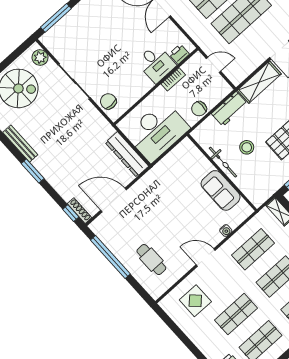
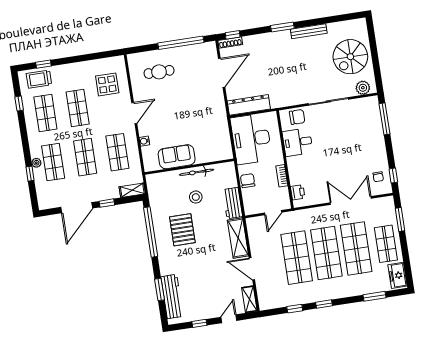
desk: (156, 63) -> (298, 142), moved

